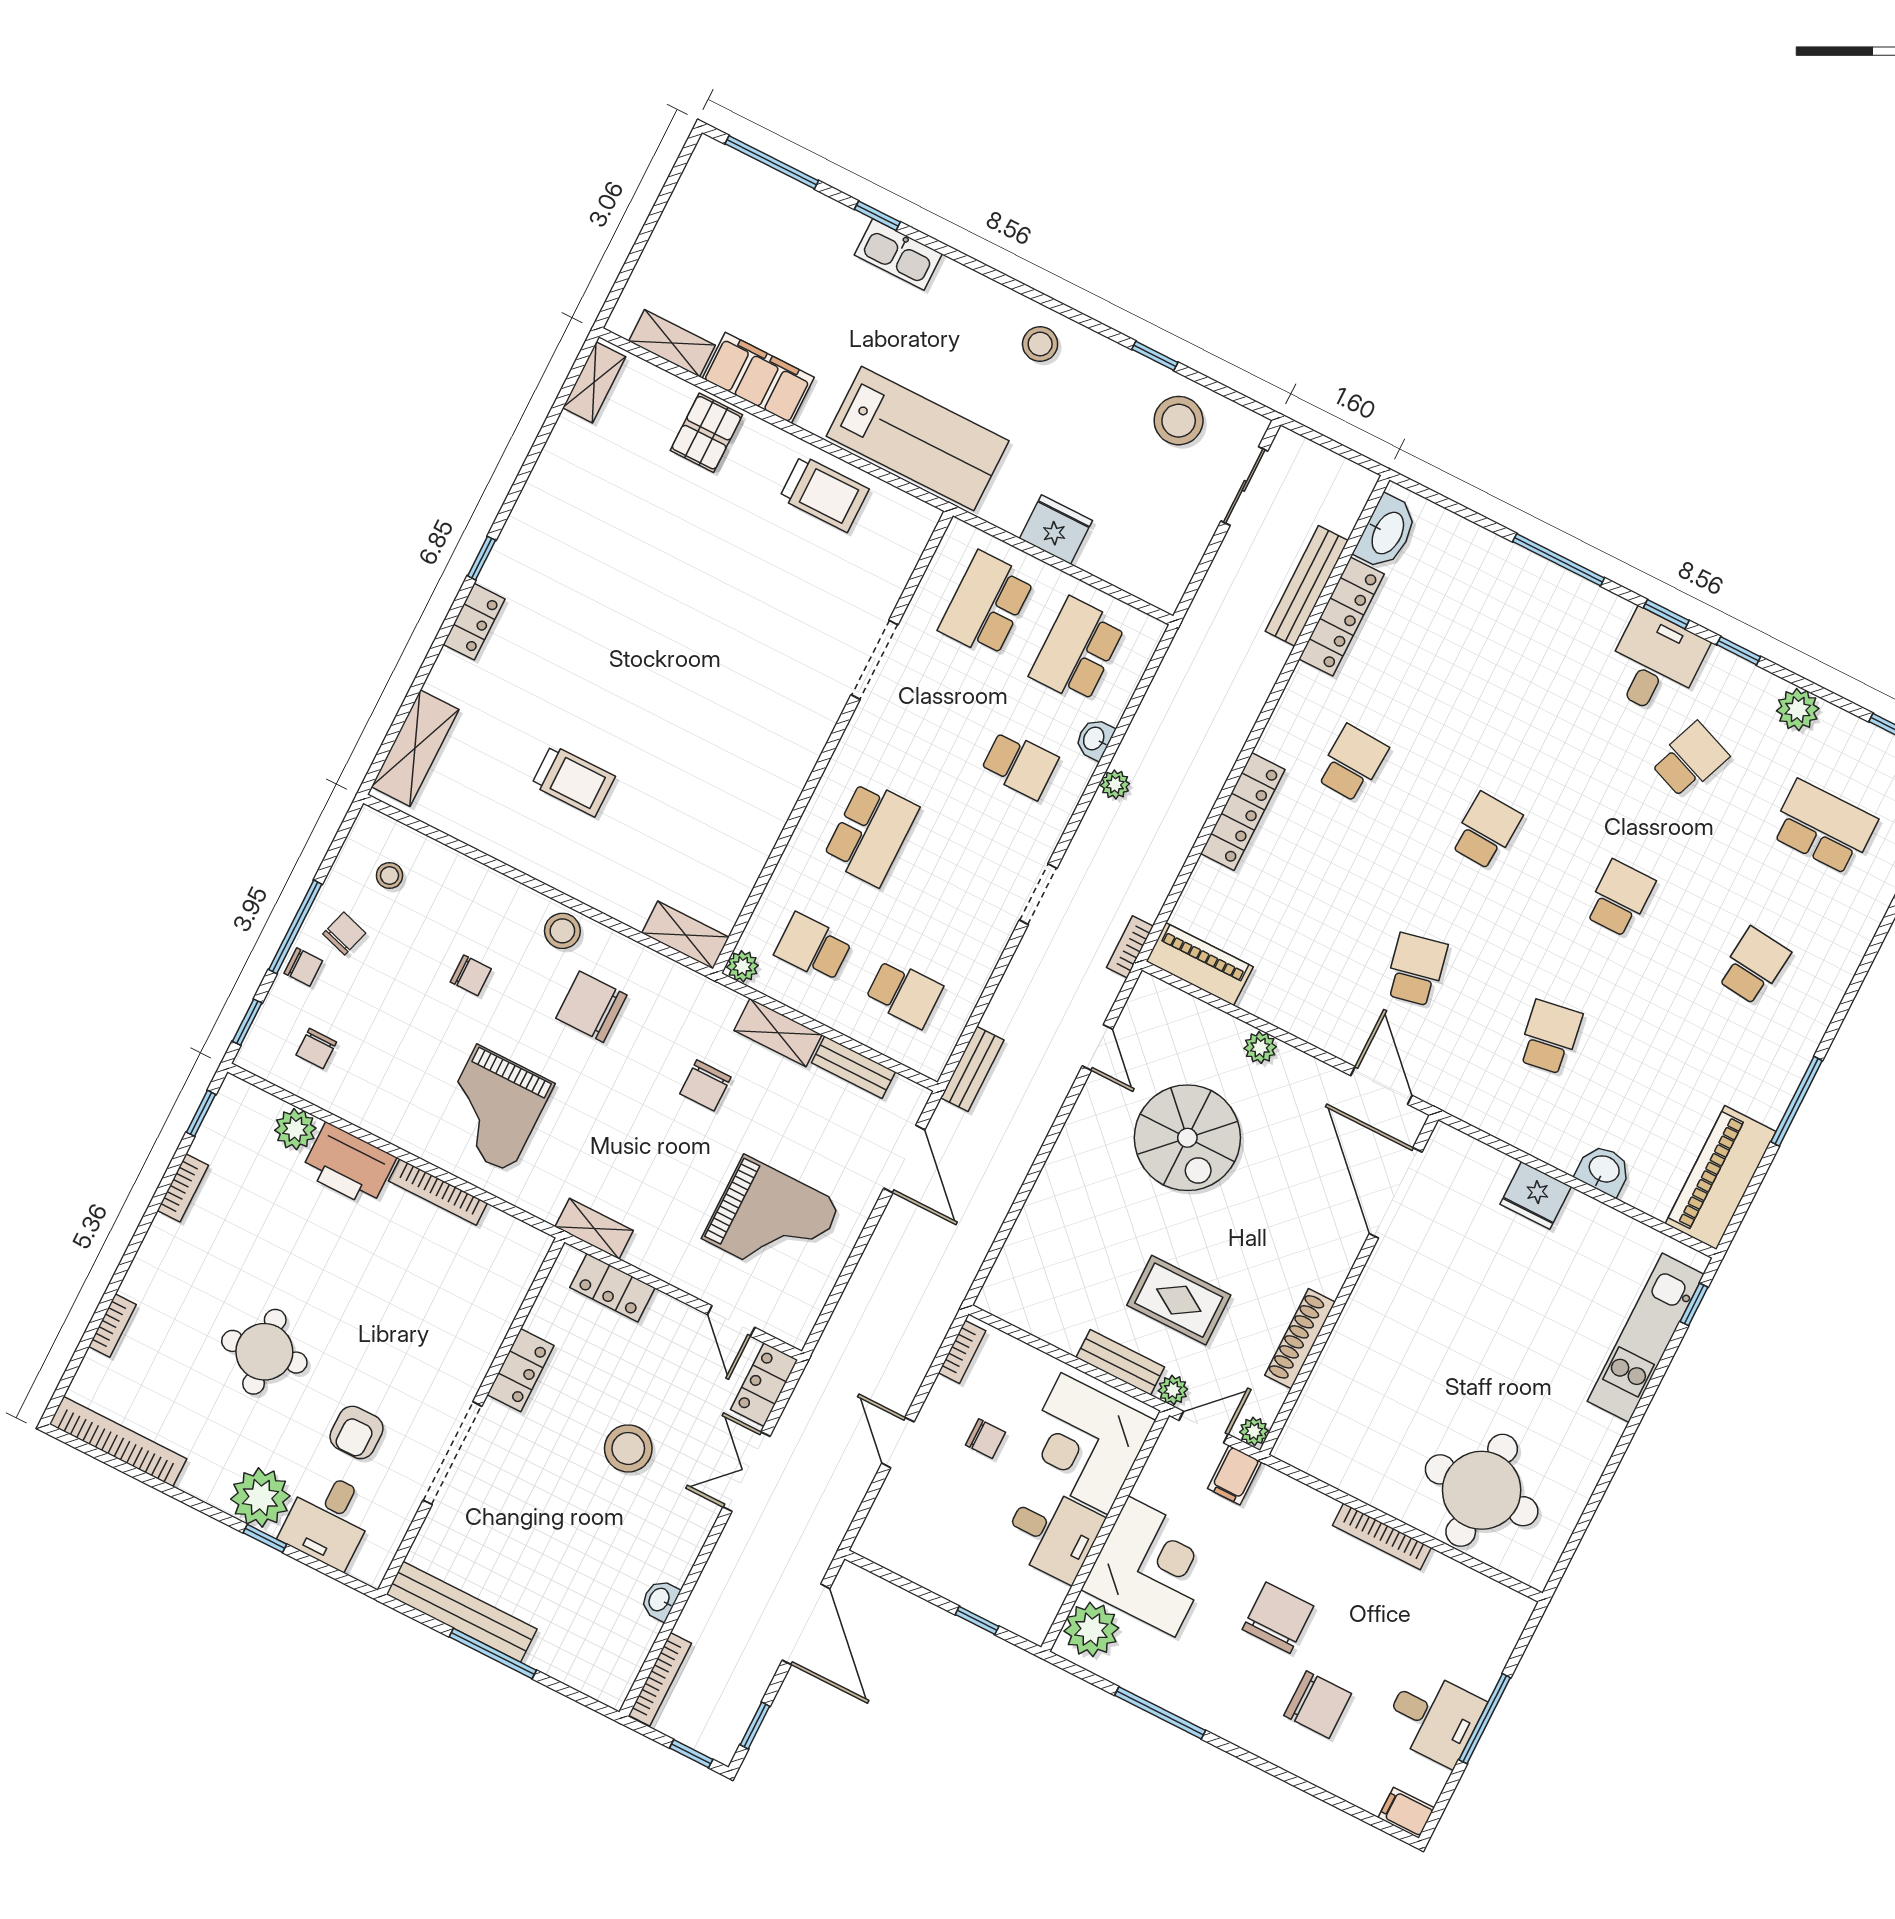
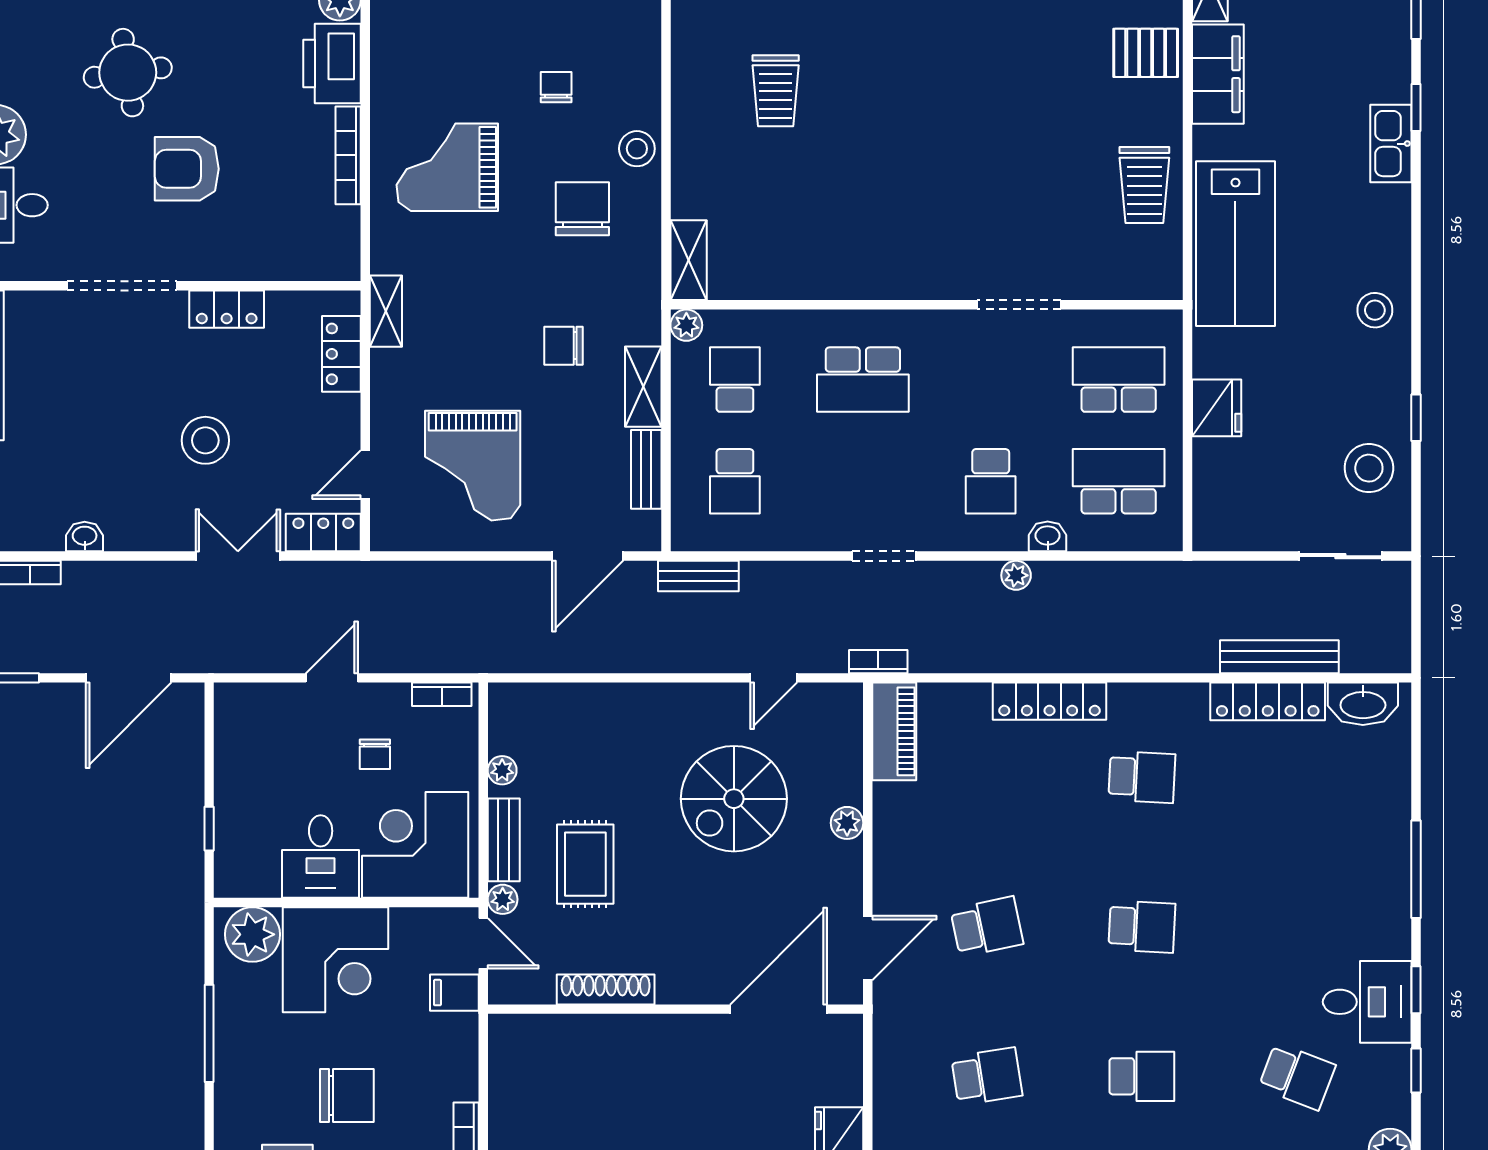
chair: (471, 975) -> (556, 87), turned 180
plant: (1254, 1431) -> (502, 770), moved
armchair: (357, 1432) -> (187, 169), moved, width x1.38, depth x1.38

